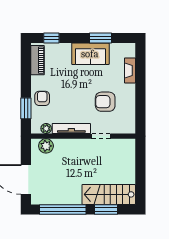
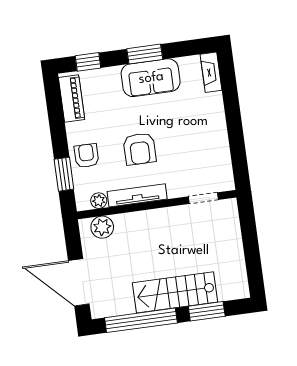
window: (101, 38) -> (145, 54), moved
fireplace: (130, 70) -> (211, 72), moved
armchair: (105, 102) -> (140, 149), moved, turned -90
doorway: (101, 136) -> (203, 198), moved
stairs: (109, 194) -> (175, 292), moved

